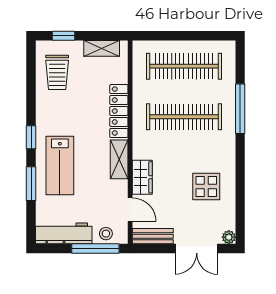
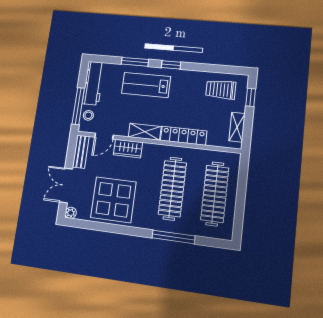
display table: (206, 187) -> (113, 200), width x1.86, depth x1.86

